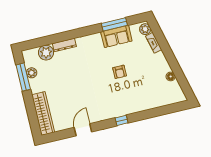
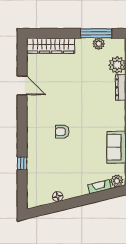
armchair: (120, 72) -> (62, 132), moved
window: (122, 120) -> (22, 163), moved

